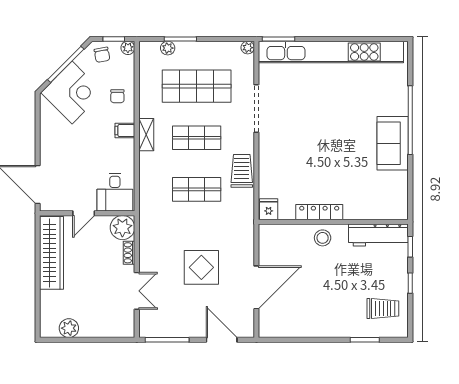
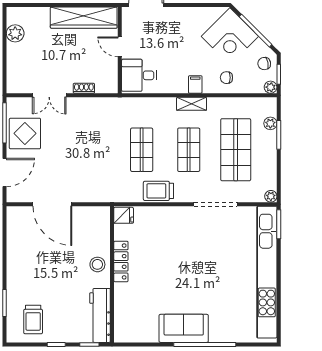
trolley: (242, 171) -> (158, 191), turned 180
plant: (122, 228) -> (107, 82), removed
display table: (201, 267) -> (25, 133), moved

